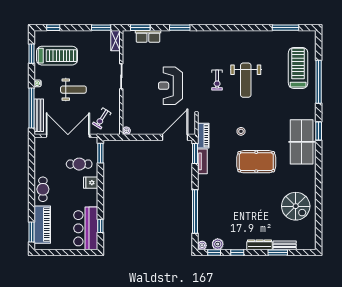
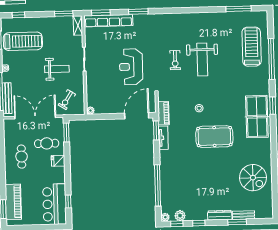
row of seats: (148, 36) -> (108, 21), width x2.02
weight bench: (73, 90) -> (57, 69), moved
cafe table: (43, 189) -> (22, 157), moved

